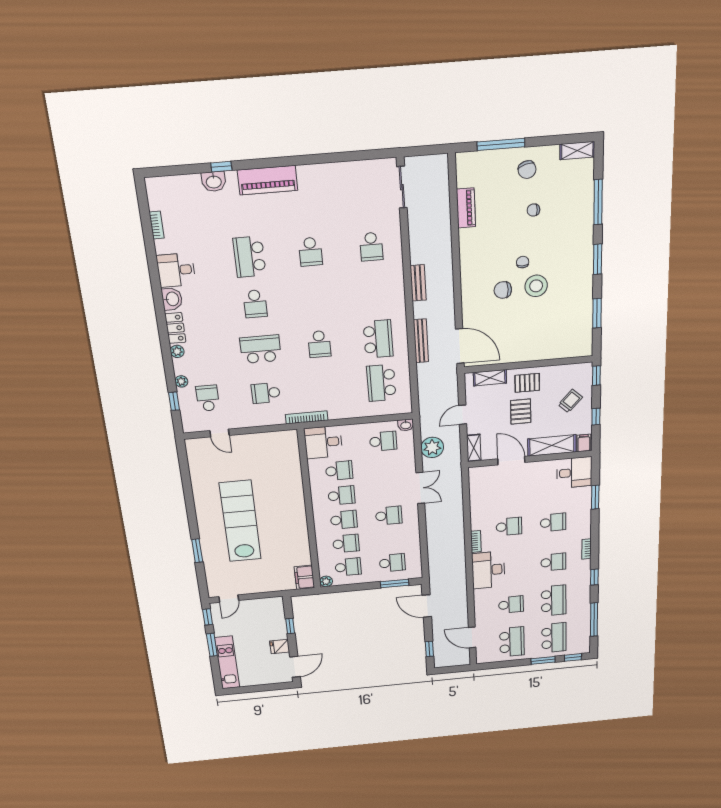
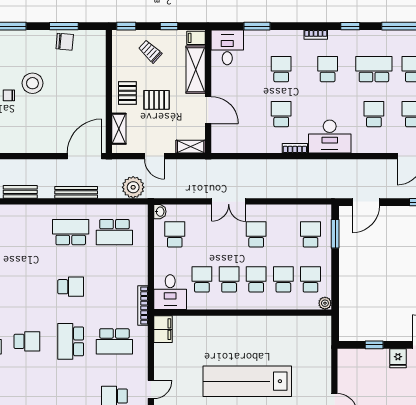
chair: (503, 290) -> (65, 42), moved, turned -85
school desk: (266, 393) -> (114, 341), width x1.85
plant: (432, 447) -> (133, 187), moved
door: (511, 461) -> (208, 110), swing flipped
double door: (420, 488) -> (229, 201), swing flipped
filing cabinet: (304, 577) -> (163, 329), moved, turned -90

